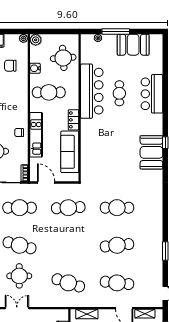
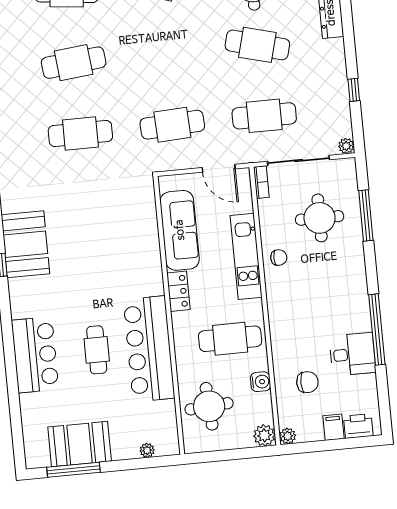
window: (116, 31) -> (74, 470), moved

